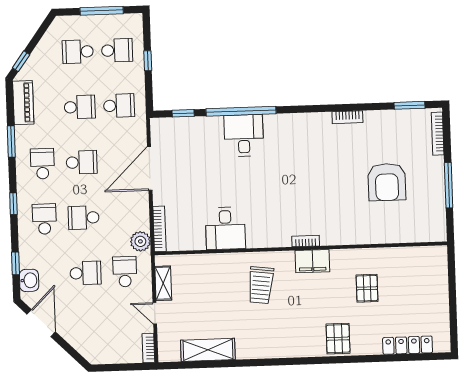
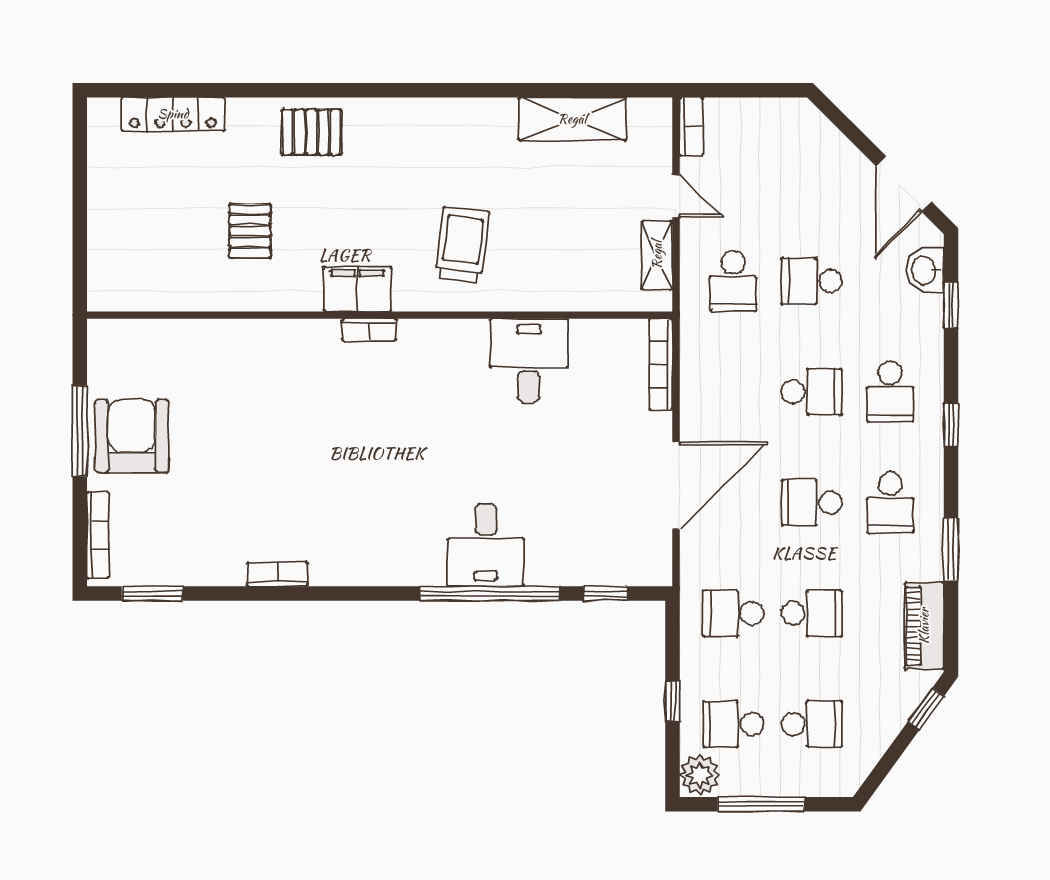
school desk: (80, 107) -> (812, 613), turned 180
armchair: (387, 182) -> (132, 436), moved
plant: (140, 241) -> (700, 775), moved
pallet: (338, 339) -> (311, 132), turned 90

